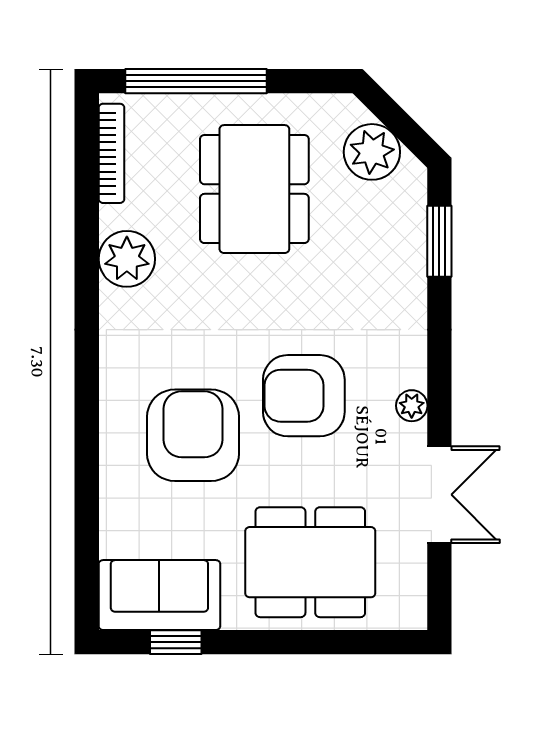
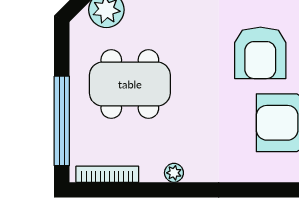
plant: (127, 259) -> (174, 173), width x0.53, depth x0.53

